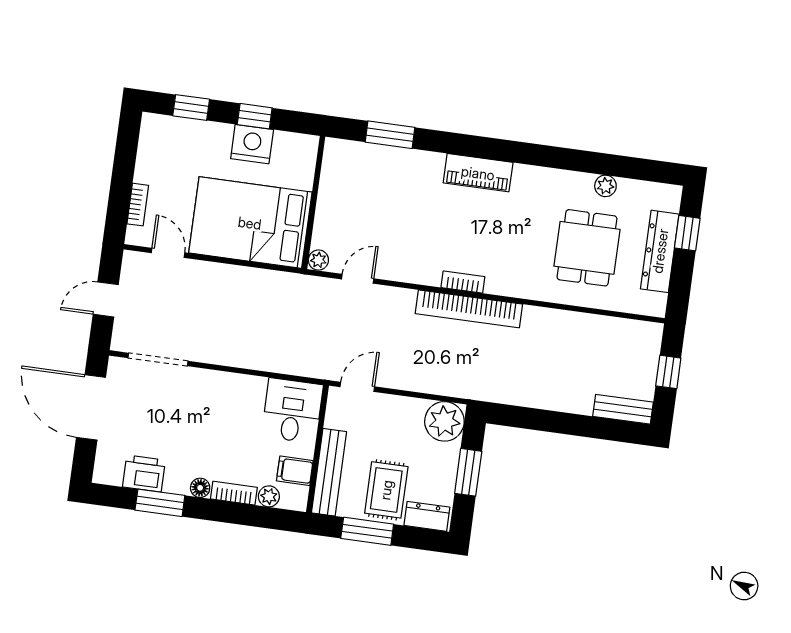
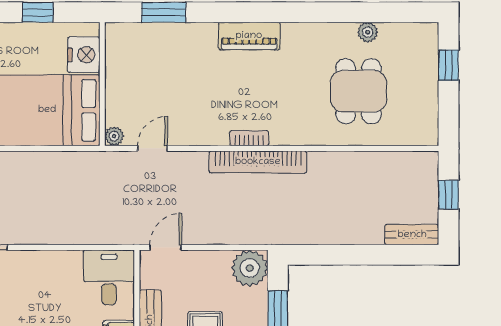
nightstand: (252, 144) -> (84, 55), moved, turned 90
dresser: (660, 251) -> (426, 85), removed

